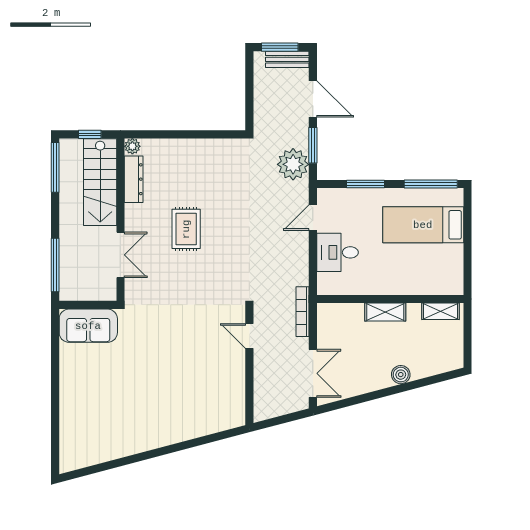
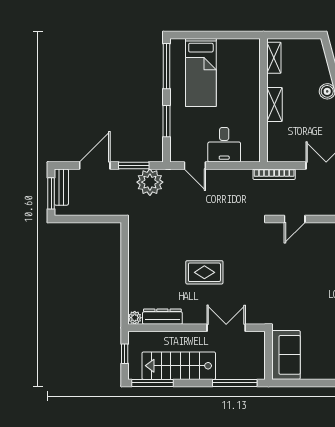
stairs: (100, 182) -> (179, 366), moved, turned 180

